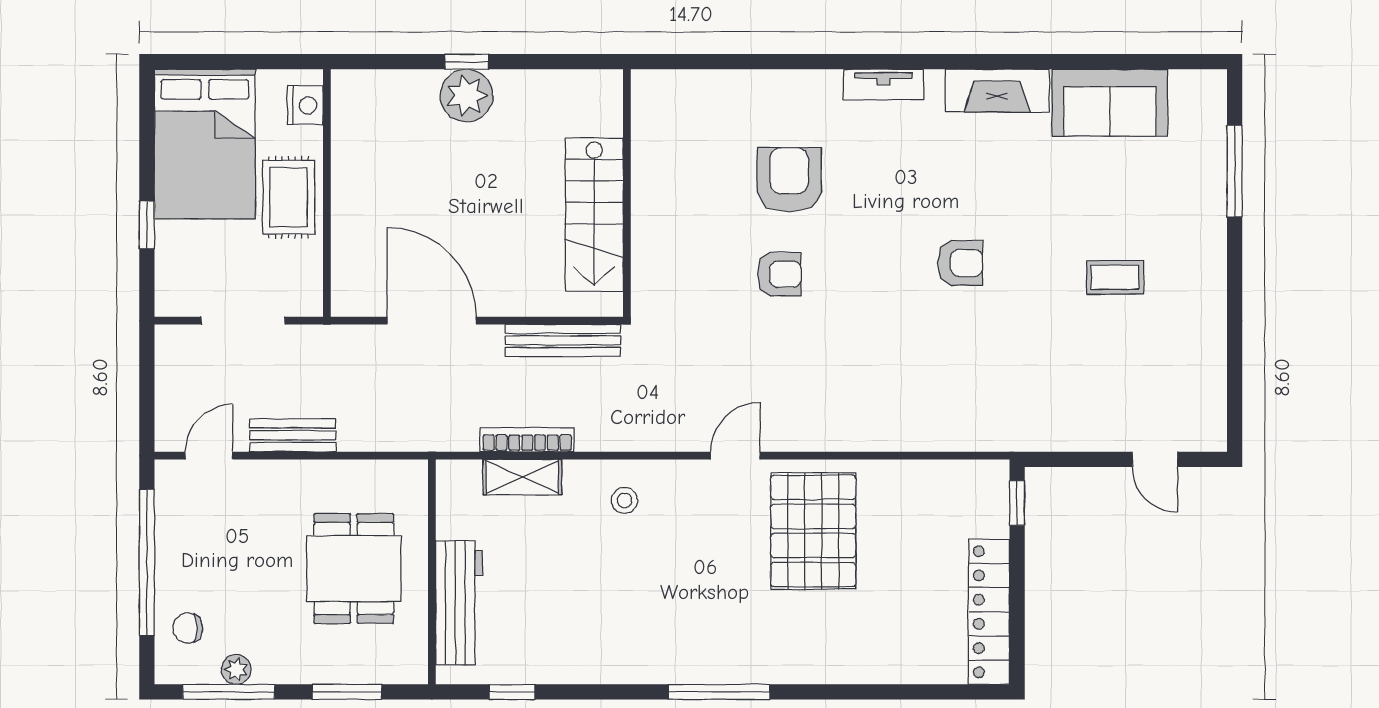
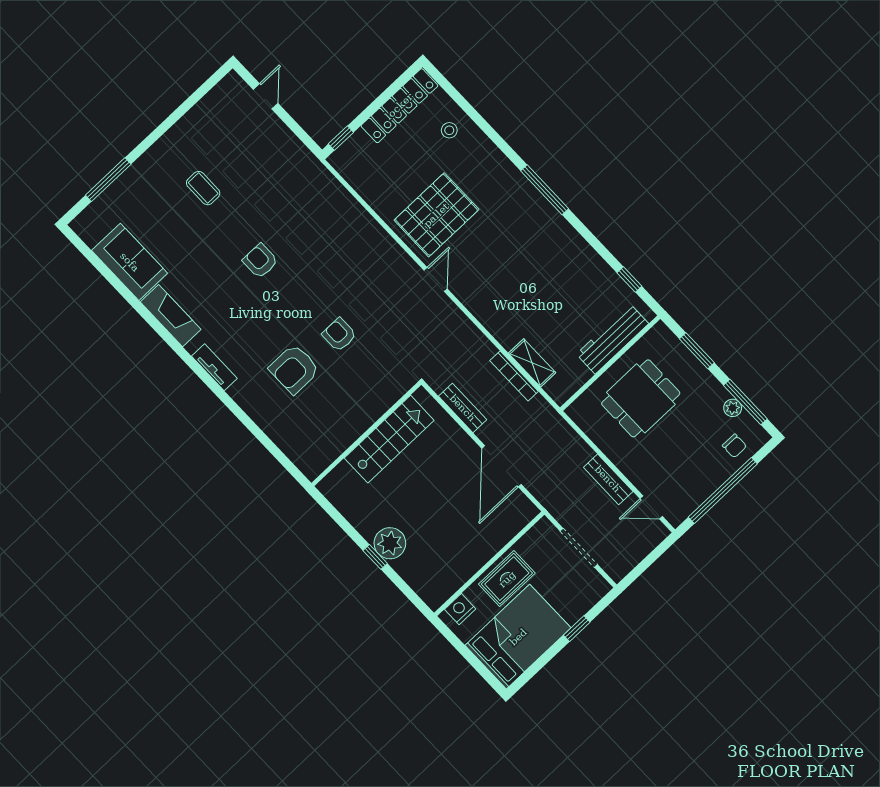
bench: (563, 340) -> (463, 408), width x0.73
door: (735, 456) -> (436, 279), swing flipped
stool: (625, 500) -> (449, 130), moved

